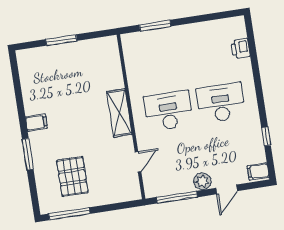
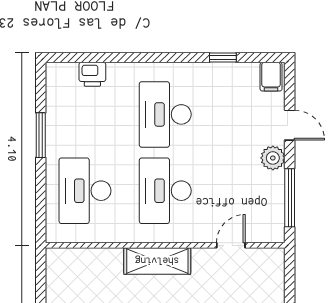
window: (155, 26) -> (41, 135), moved
desk: (160, 56) -> (85, 191), added
door: (138, 162) -> (231, 245), hinge flipped

